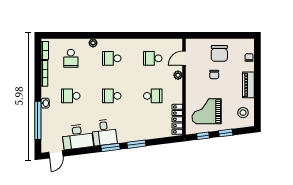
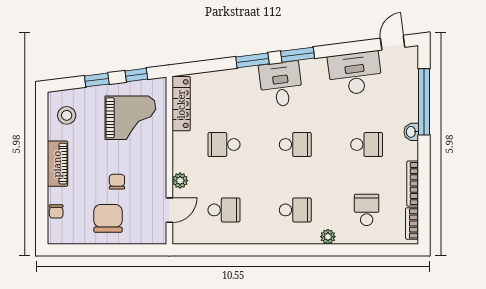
desk: (104, 132) -> (281, 84), moved

